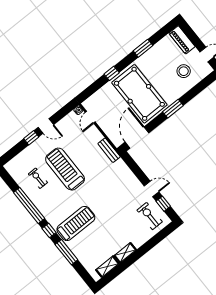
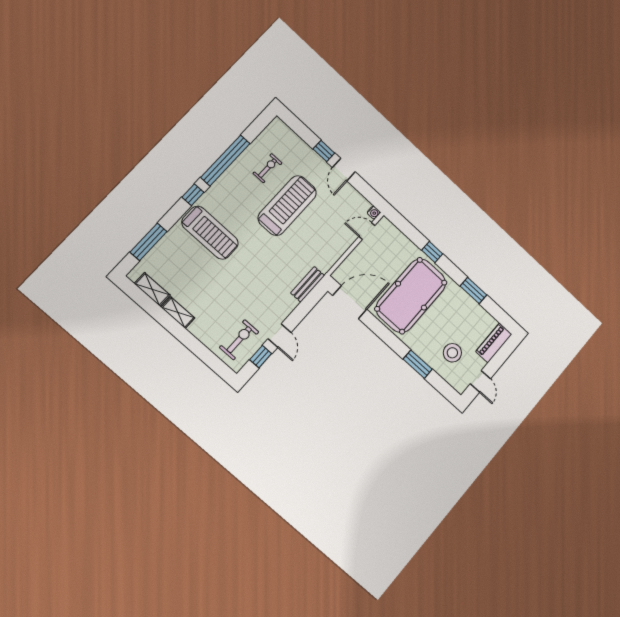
window: (173, 109) -> (418, 364), moved
bench: (109, 150) -> (308, 284), moved
window: (66, 252) -> (149, 242), moved

